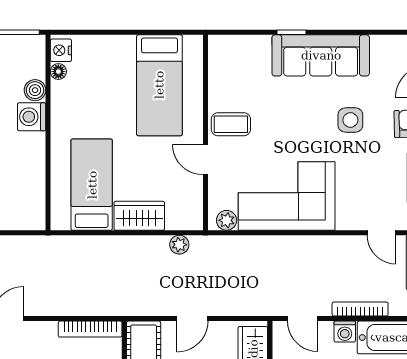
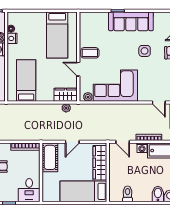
nightstand: (61, 50) -> (12, 38), moved
wardrobe: (139, 216) -> (66, 95), moved

